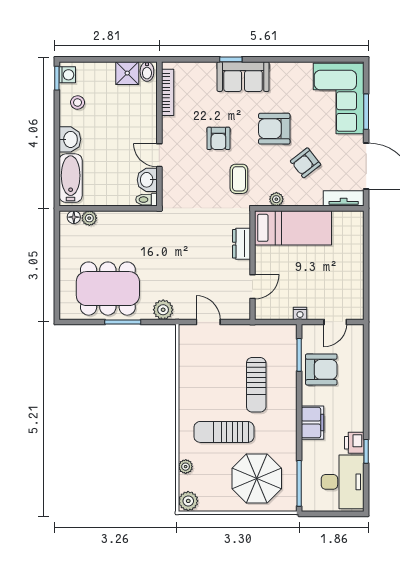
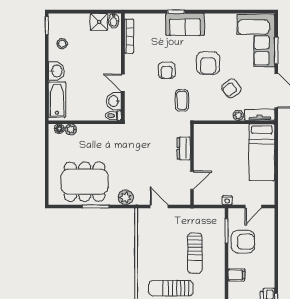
washing machine: (67, 75) -> (55, 23), removed
armchair: (274, 129) -> (208, 63), turned -90
plant: (276, 199) -> (238, 115), moved
bed: (293, 228) -> (262, 152), moved, turned 90
filing cabinet: (312, 423) -> (236, 275), width x0.50

